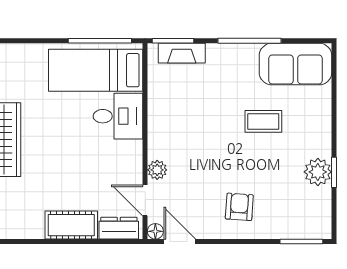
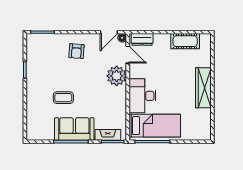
sofa: (295, 64) -> (74, 129), moved
desk: (118, 116) -> (143, 96), width x1.37
plant: (157, 170) -> (117, 76), width x1.88, depth x1.88
plant: (318, 172) -> (34, 70), removed
cot: (71, 225) -> (185, 41), moved
door: (180, 242) -> (109, 32), hinge flipped

